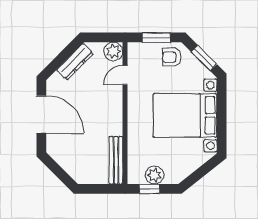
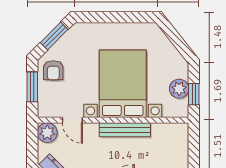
bed with nightstands: (185, 115) -> (123, 84), moved, turned 180
bench: (116, 160) -> (125, 130), moved

